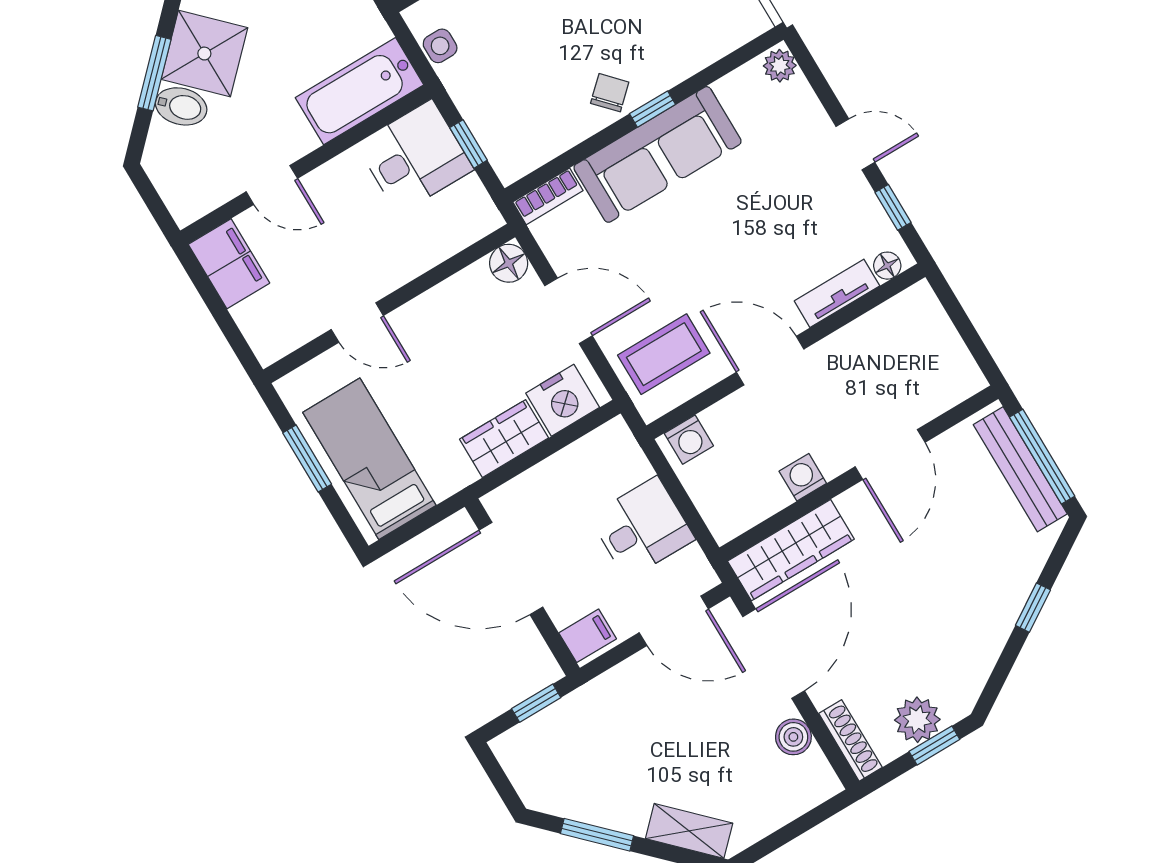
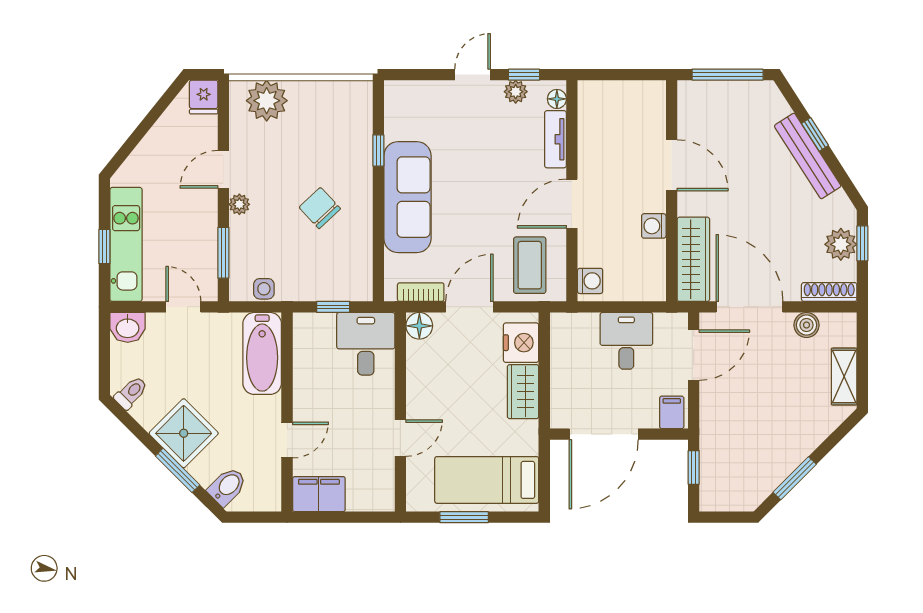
plant: (780, 66) -> (516, 92), moved
chair: (610, 93) -> (320, 208), moved, width x1.37, depth x1.37
bidet: (181, 106) -> (227, 486), moved
window: (652, 109) -> (378, 150), moved
desk: (415, 157) -> (366, 344), moved
bookcase: (548, 196) -> (421, 292), moved, turned -90
bench: (1020, 469) -> (808, 156), moved, turned 57
shelving: (689, 831) -> (844, 377), moved, turned -45

